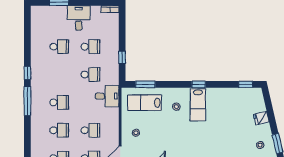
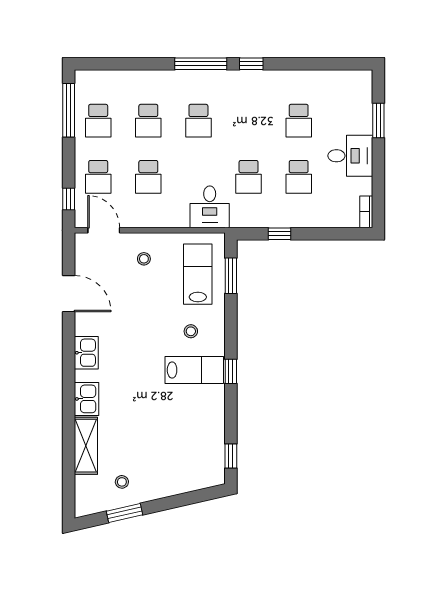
lab bench: (198, 105) -> (194, 370), turned 180
fridge: (261, 118) -> (170, 484), removed

